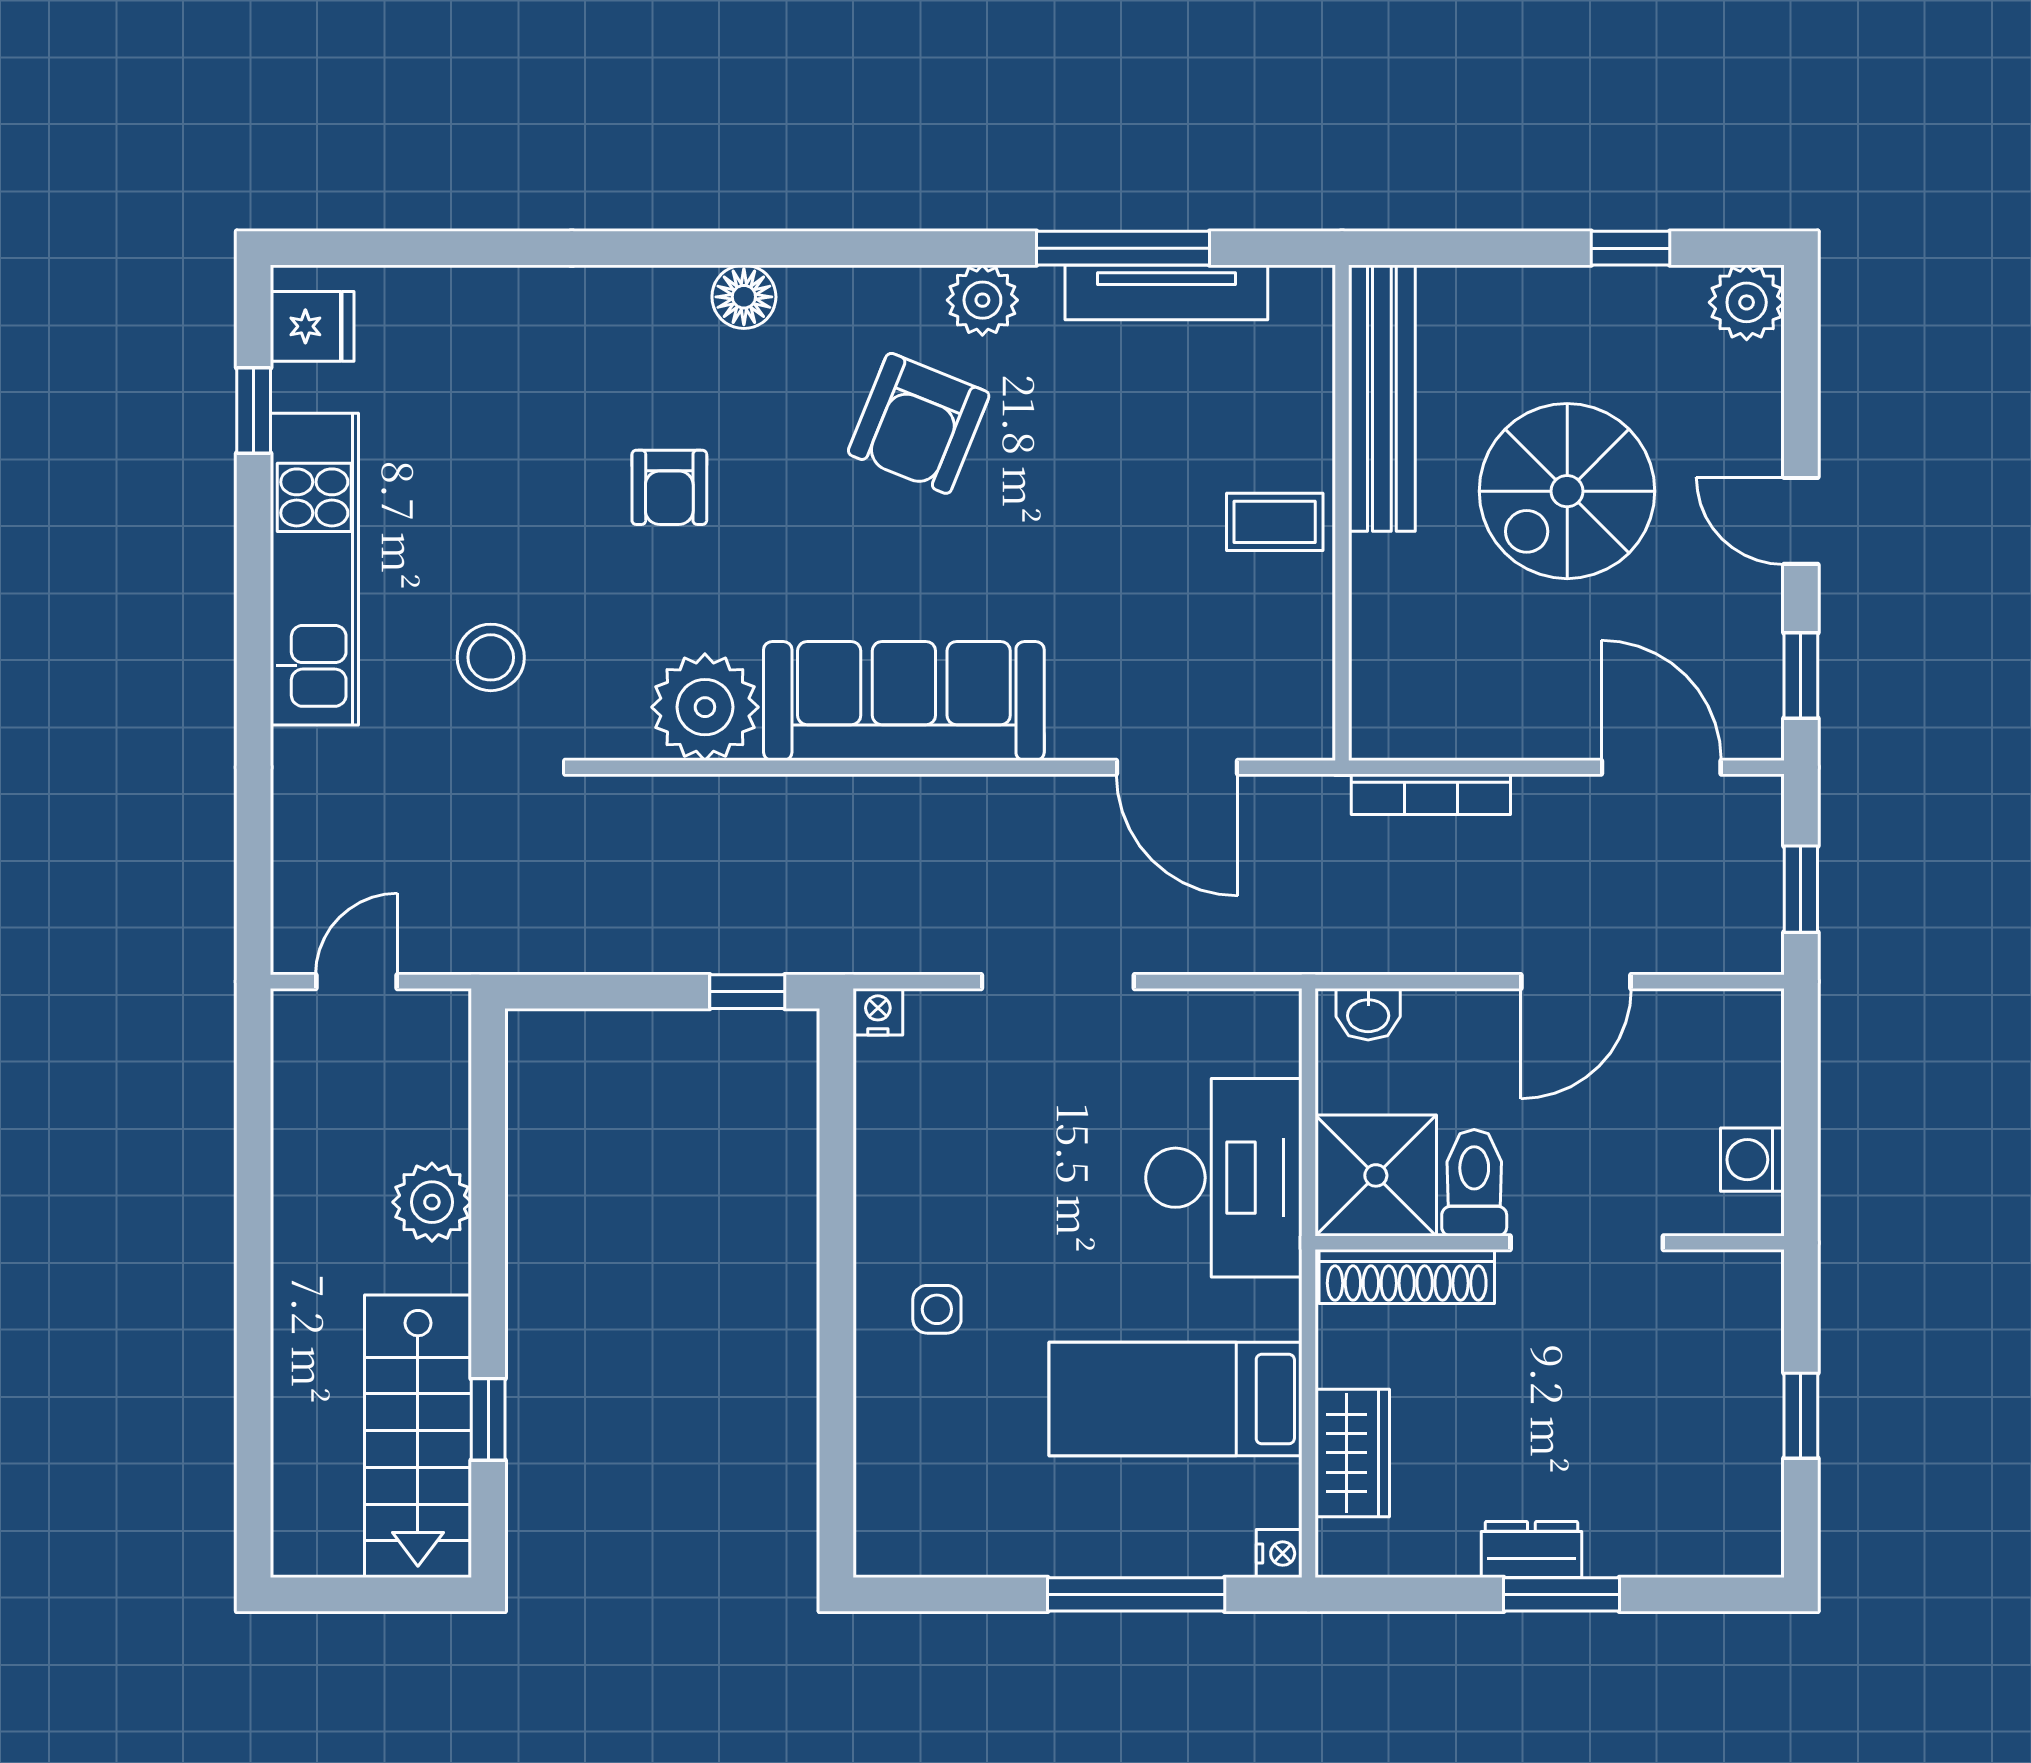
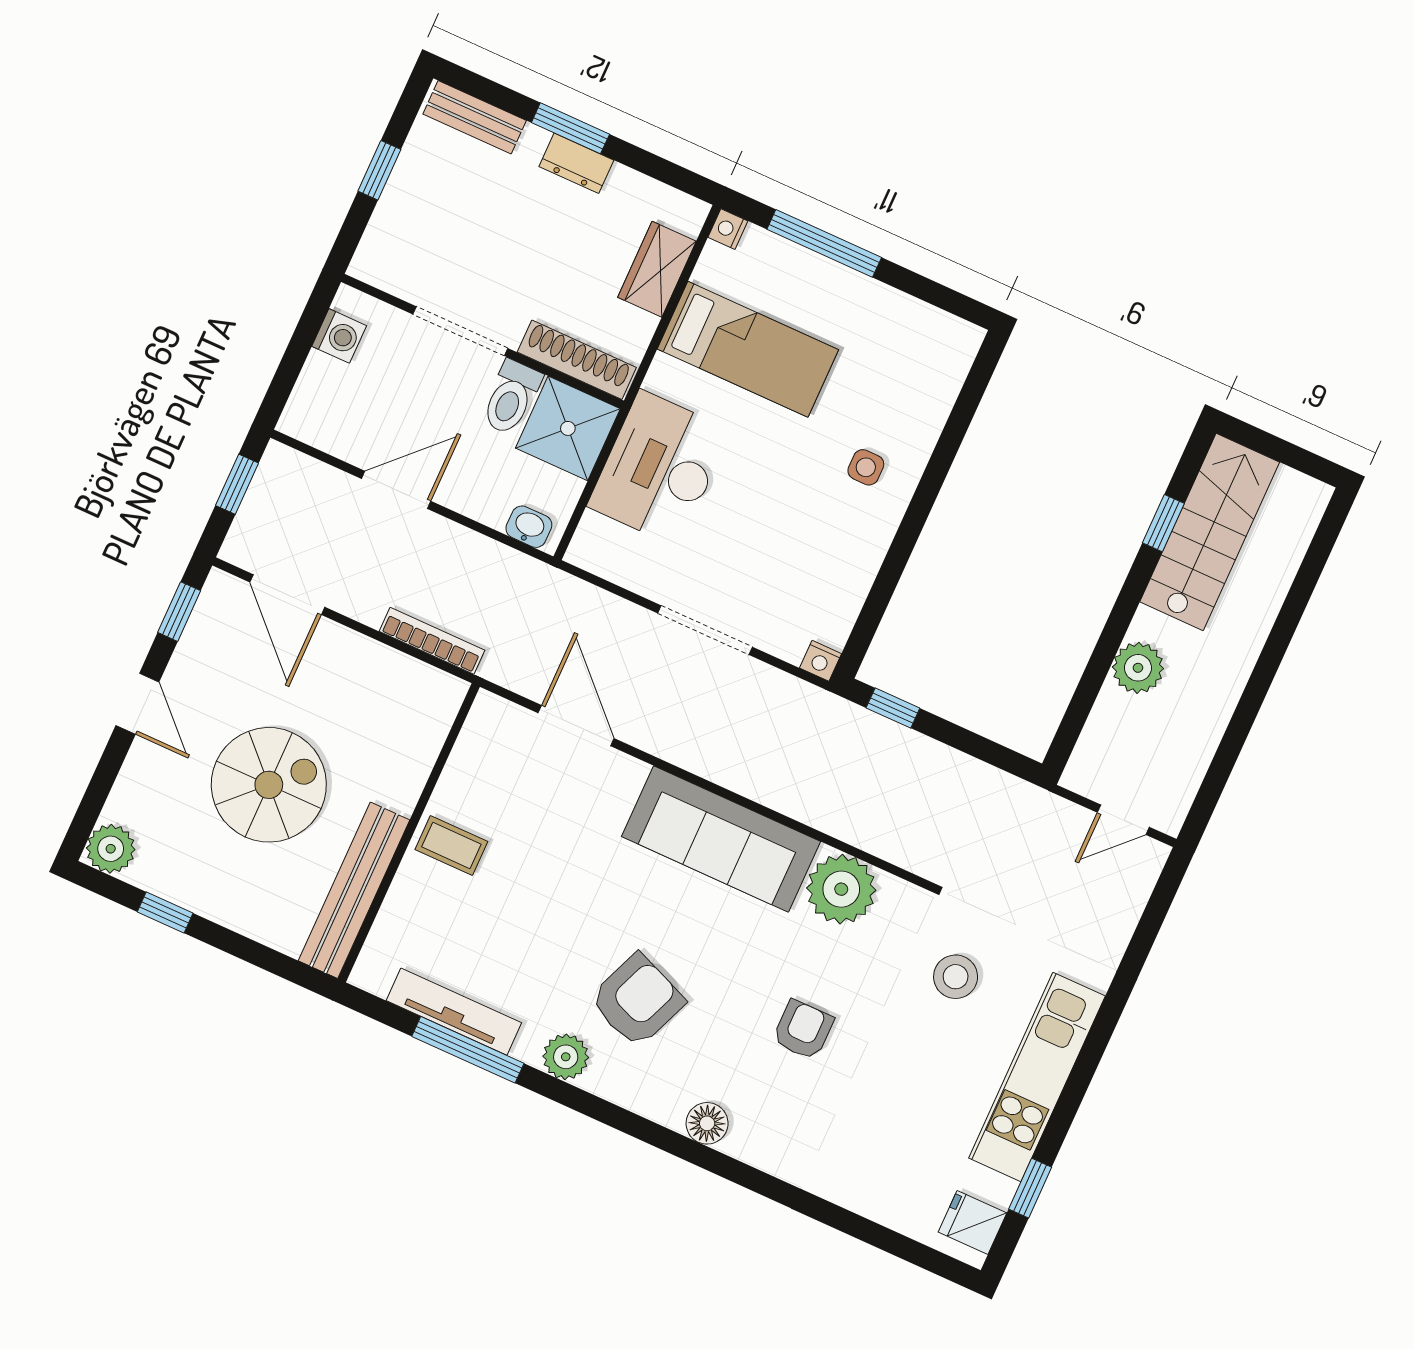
bench: (1702, 1549) -> (475, 117), added

